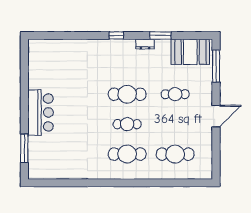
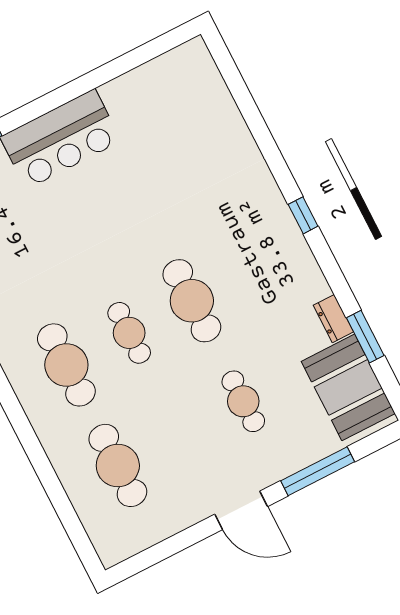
window: (160, 36) -> (365, 337), moved
dresser: (145, 44) -> (333, 319), moved
window: (216, 66) -> (318, 471), moved

